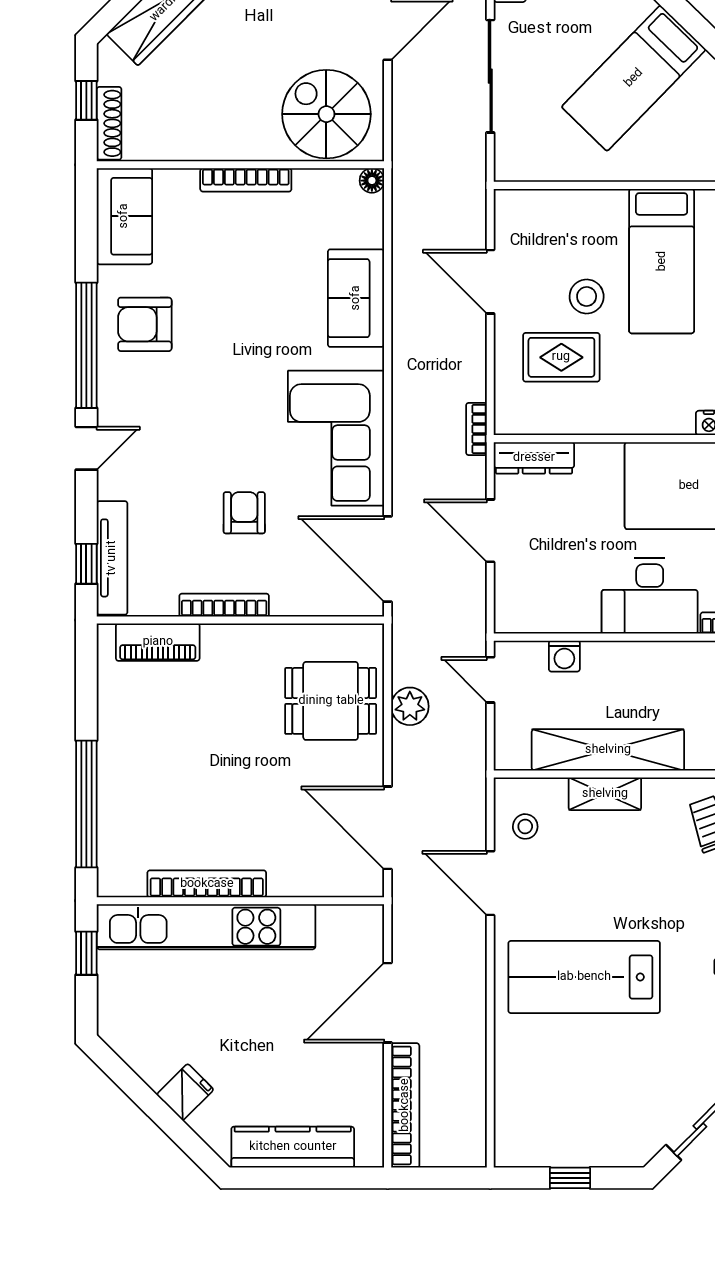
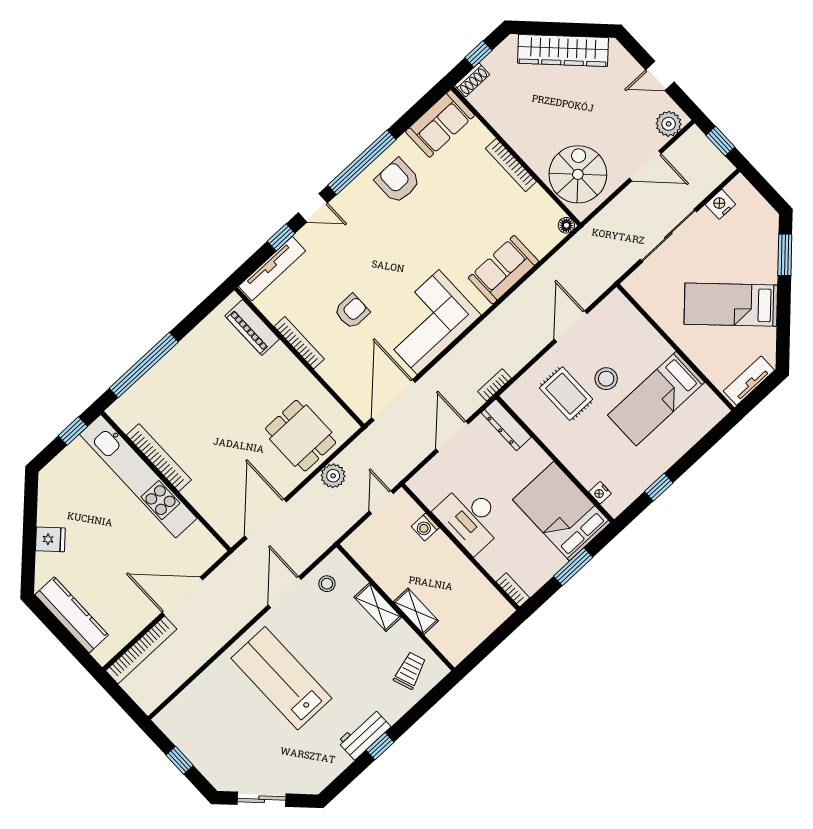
shoe rack: (109, 123) -> (472, 80), width x0.70
window: (86, 564) -> (281, 237), moved
desk: (650, 596) -> (470, 518), moved
shelving: (608, 750) -> (416, 611), width x0.45, depth x0.75

